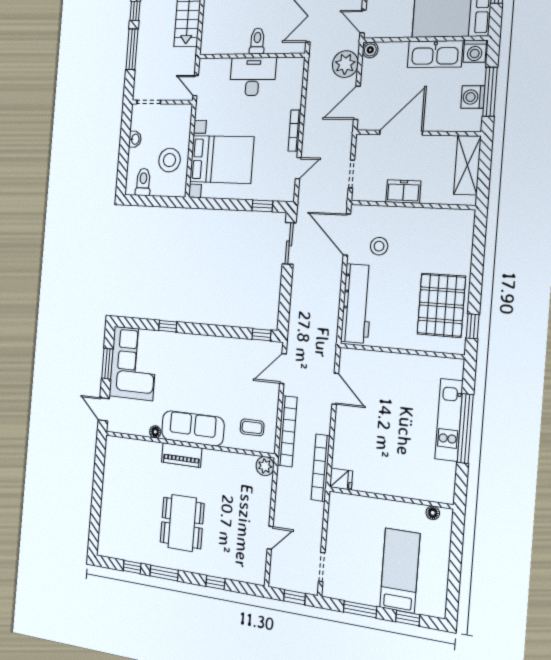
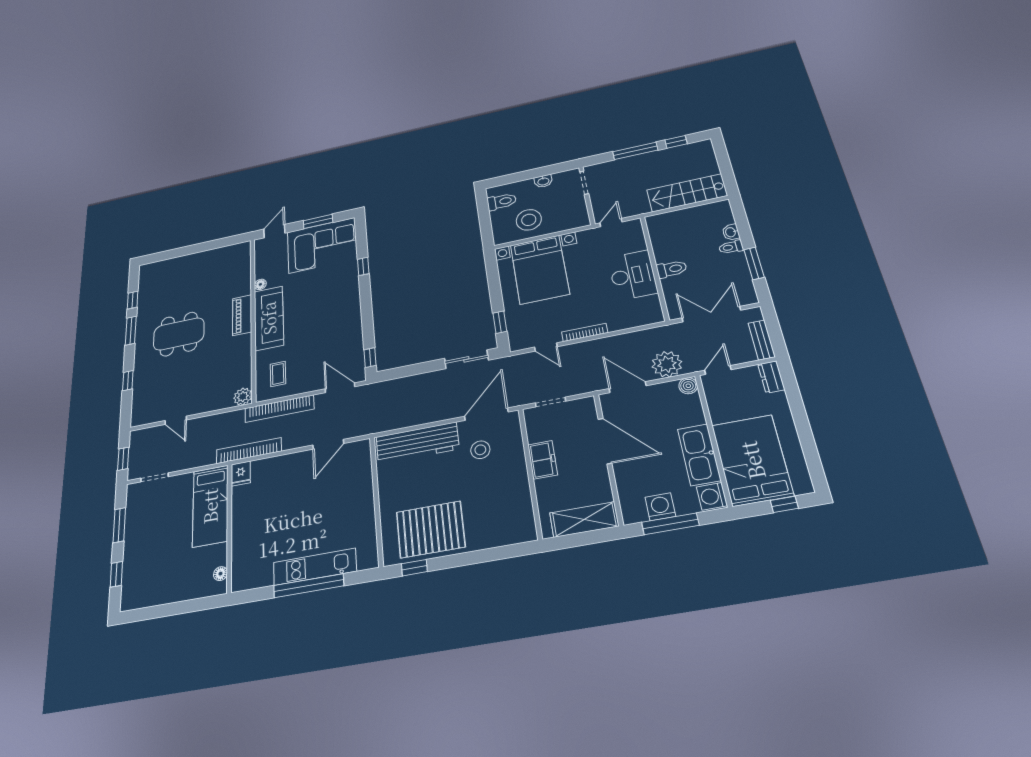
bed: (400, 570) -> (210, 506), moved, turned 90

